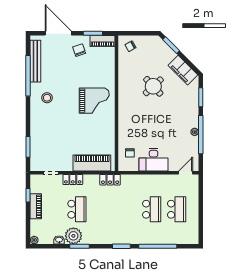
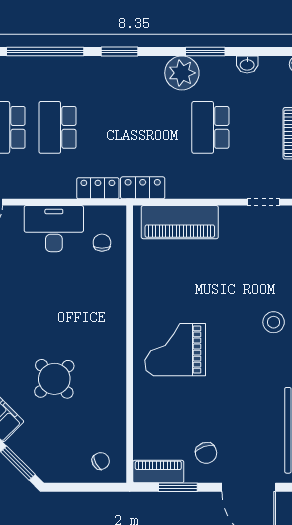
stool: (47, 98) -> (274, 322), moved
locker: (73, 179) -> (98, 188), moved
plant: (73, 236) -> (182, 73), moved

